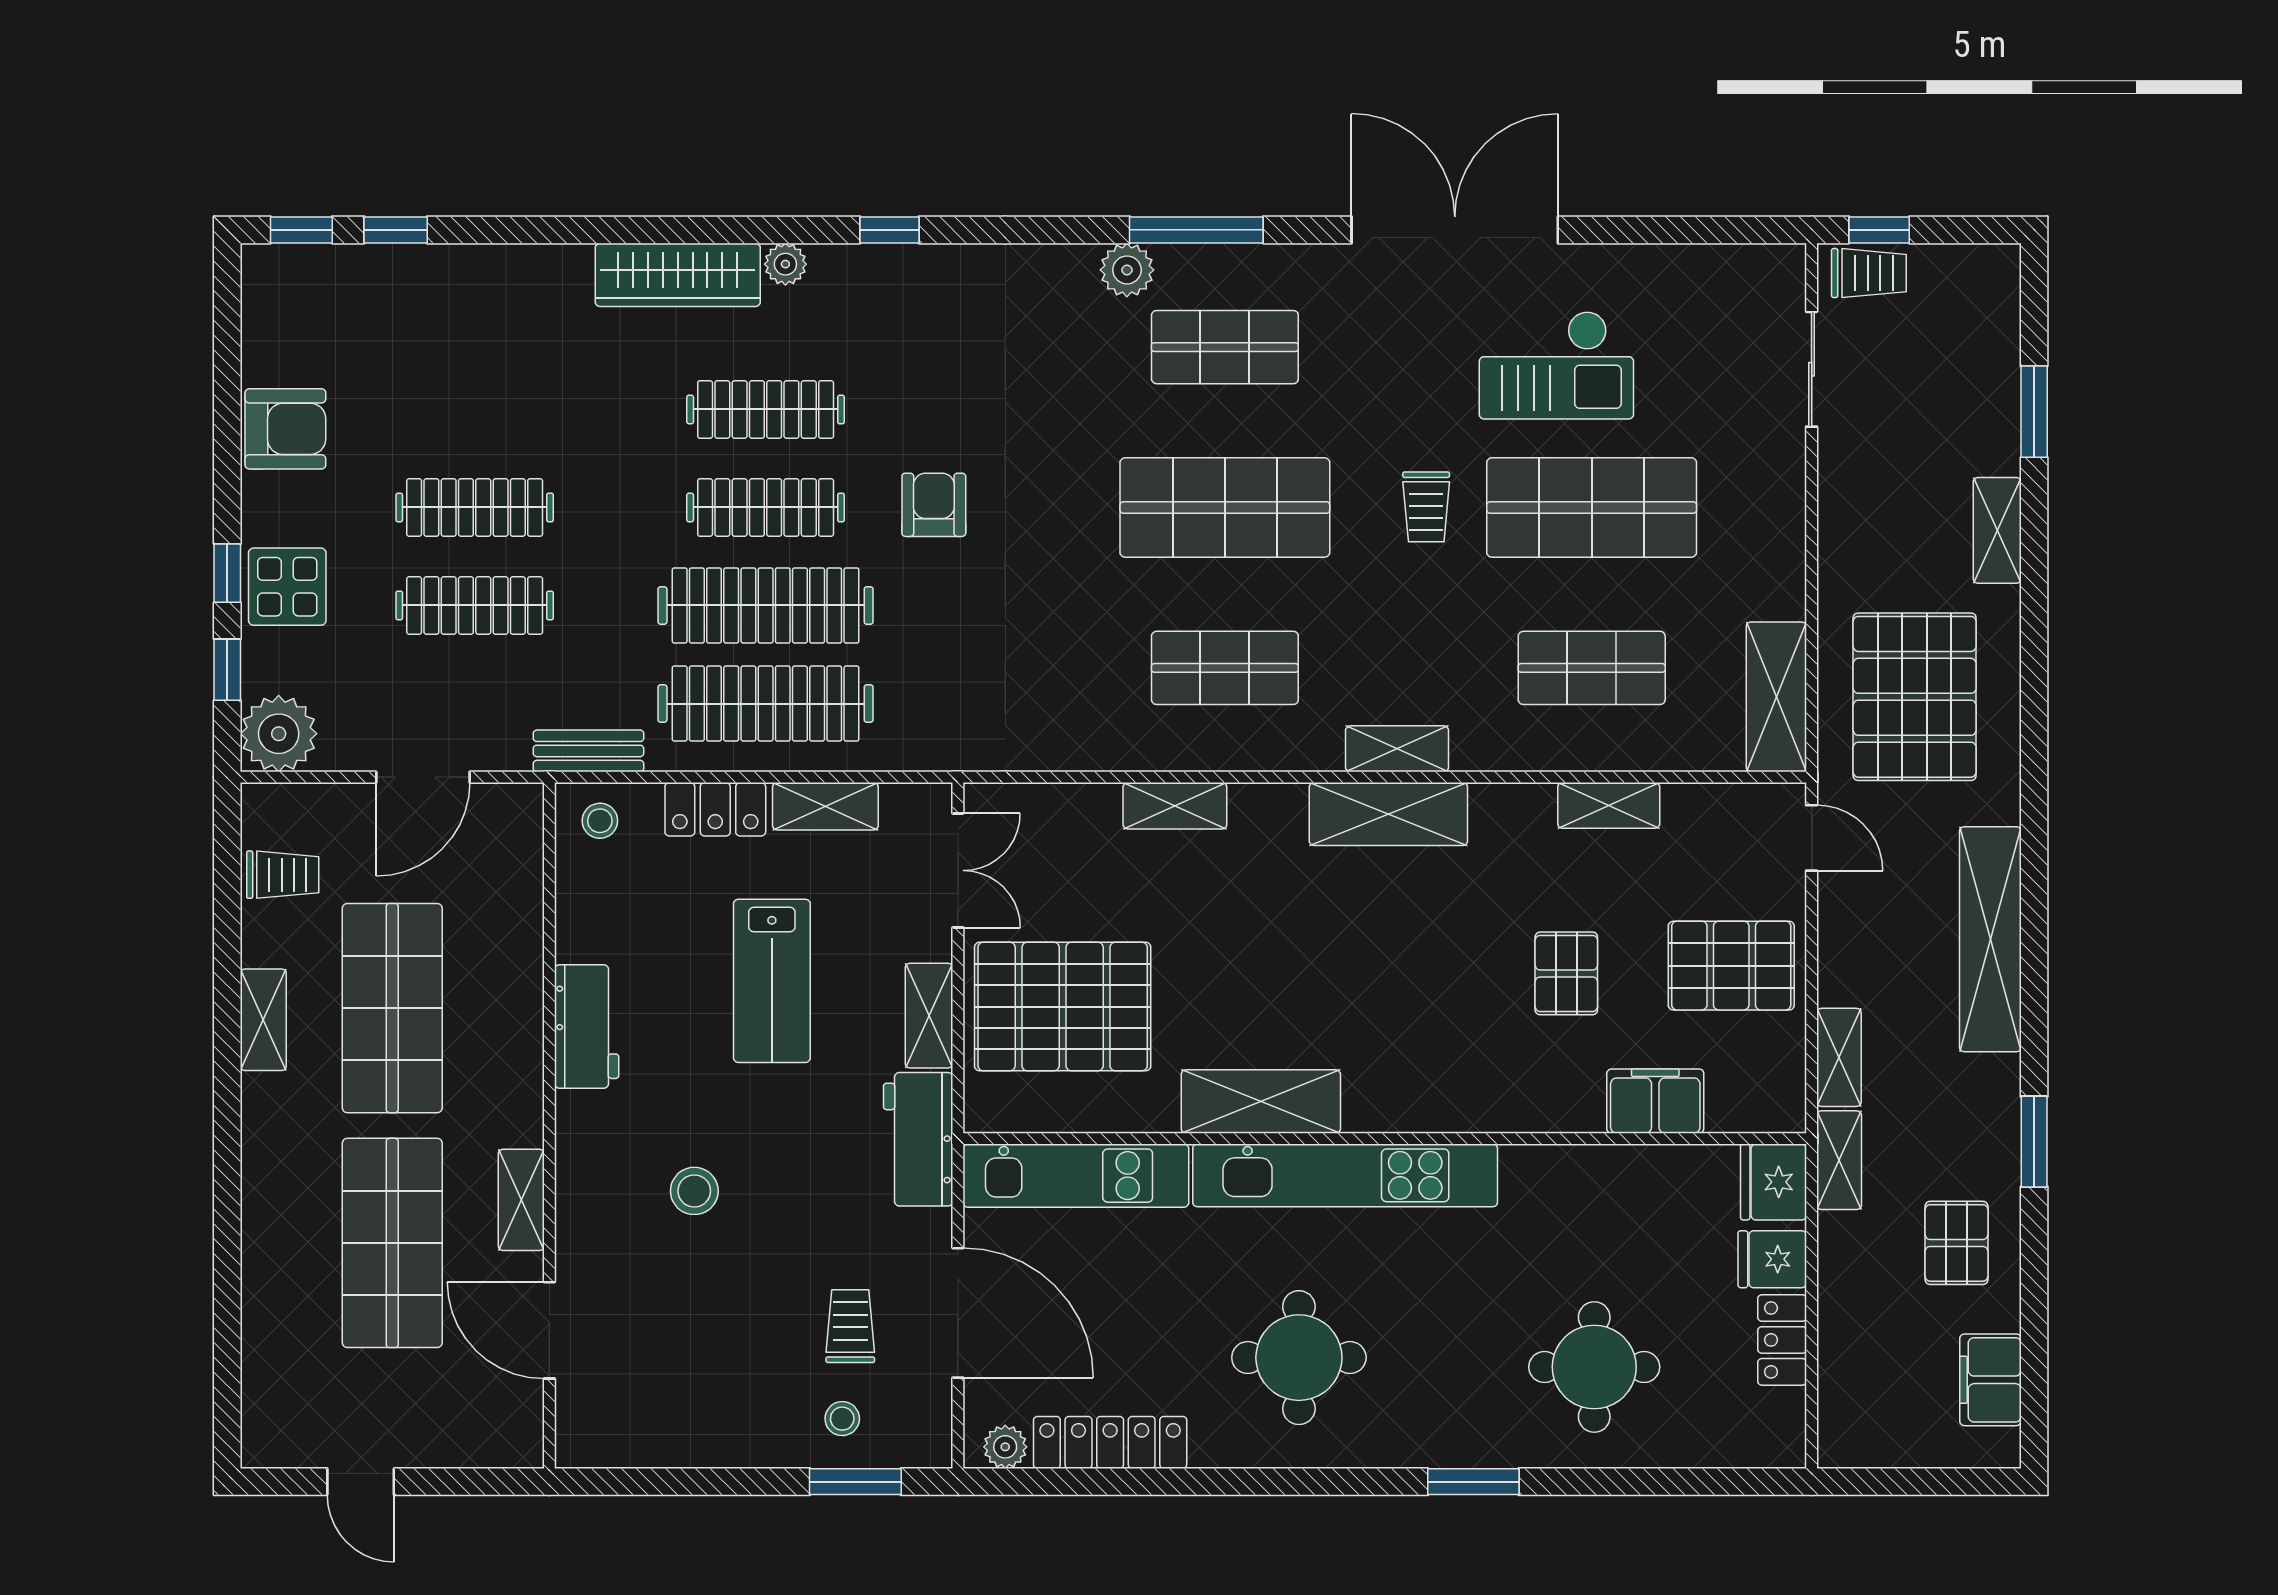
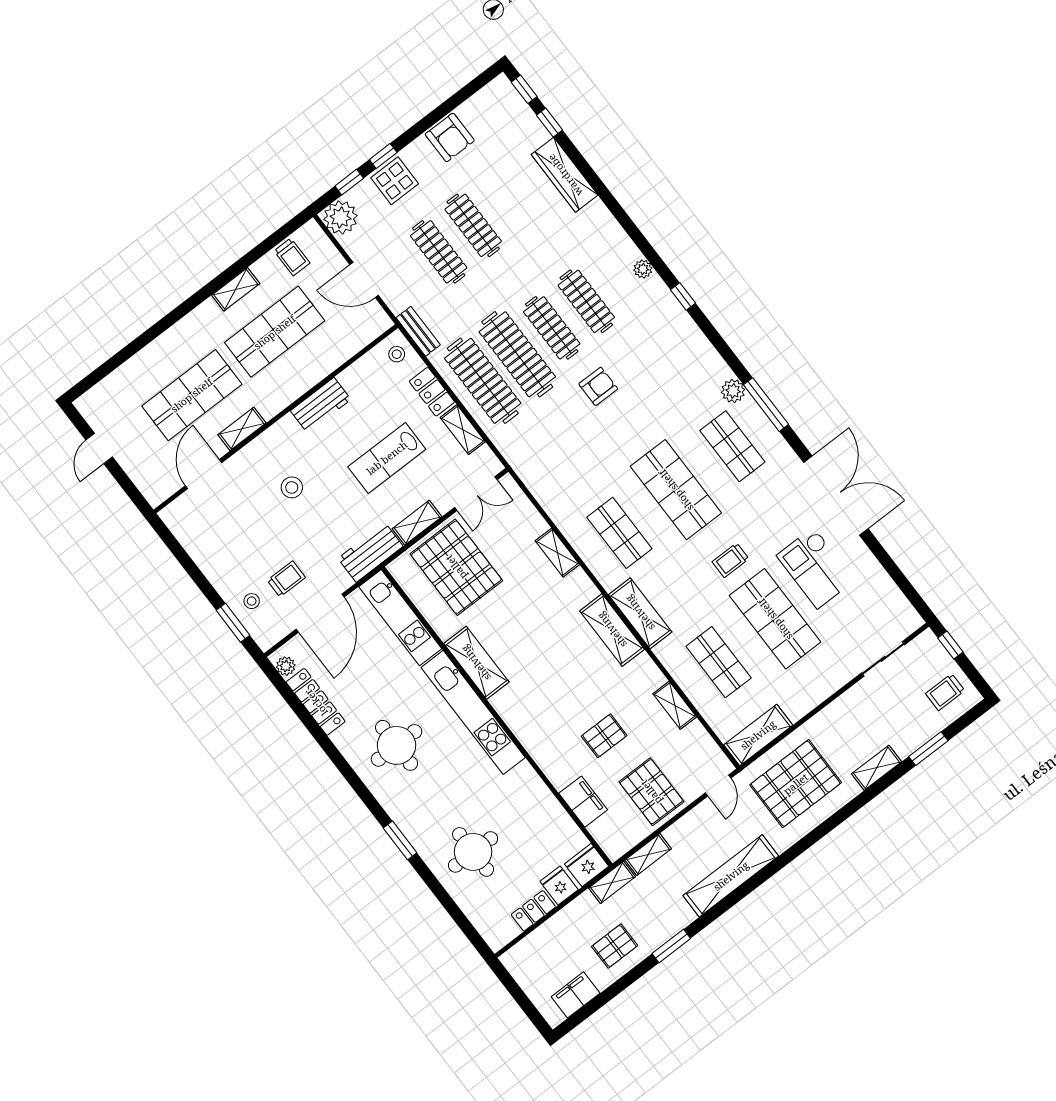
trolley: (1869, 273) -> (945, 692), moved, turned 90
wardrobe: (678, 275) -> (565, 175), moved
shelving: (1397, 749) -> (640, 613), width x1.50, depth x1.33

